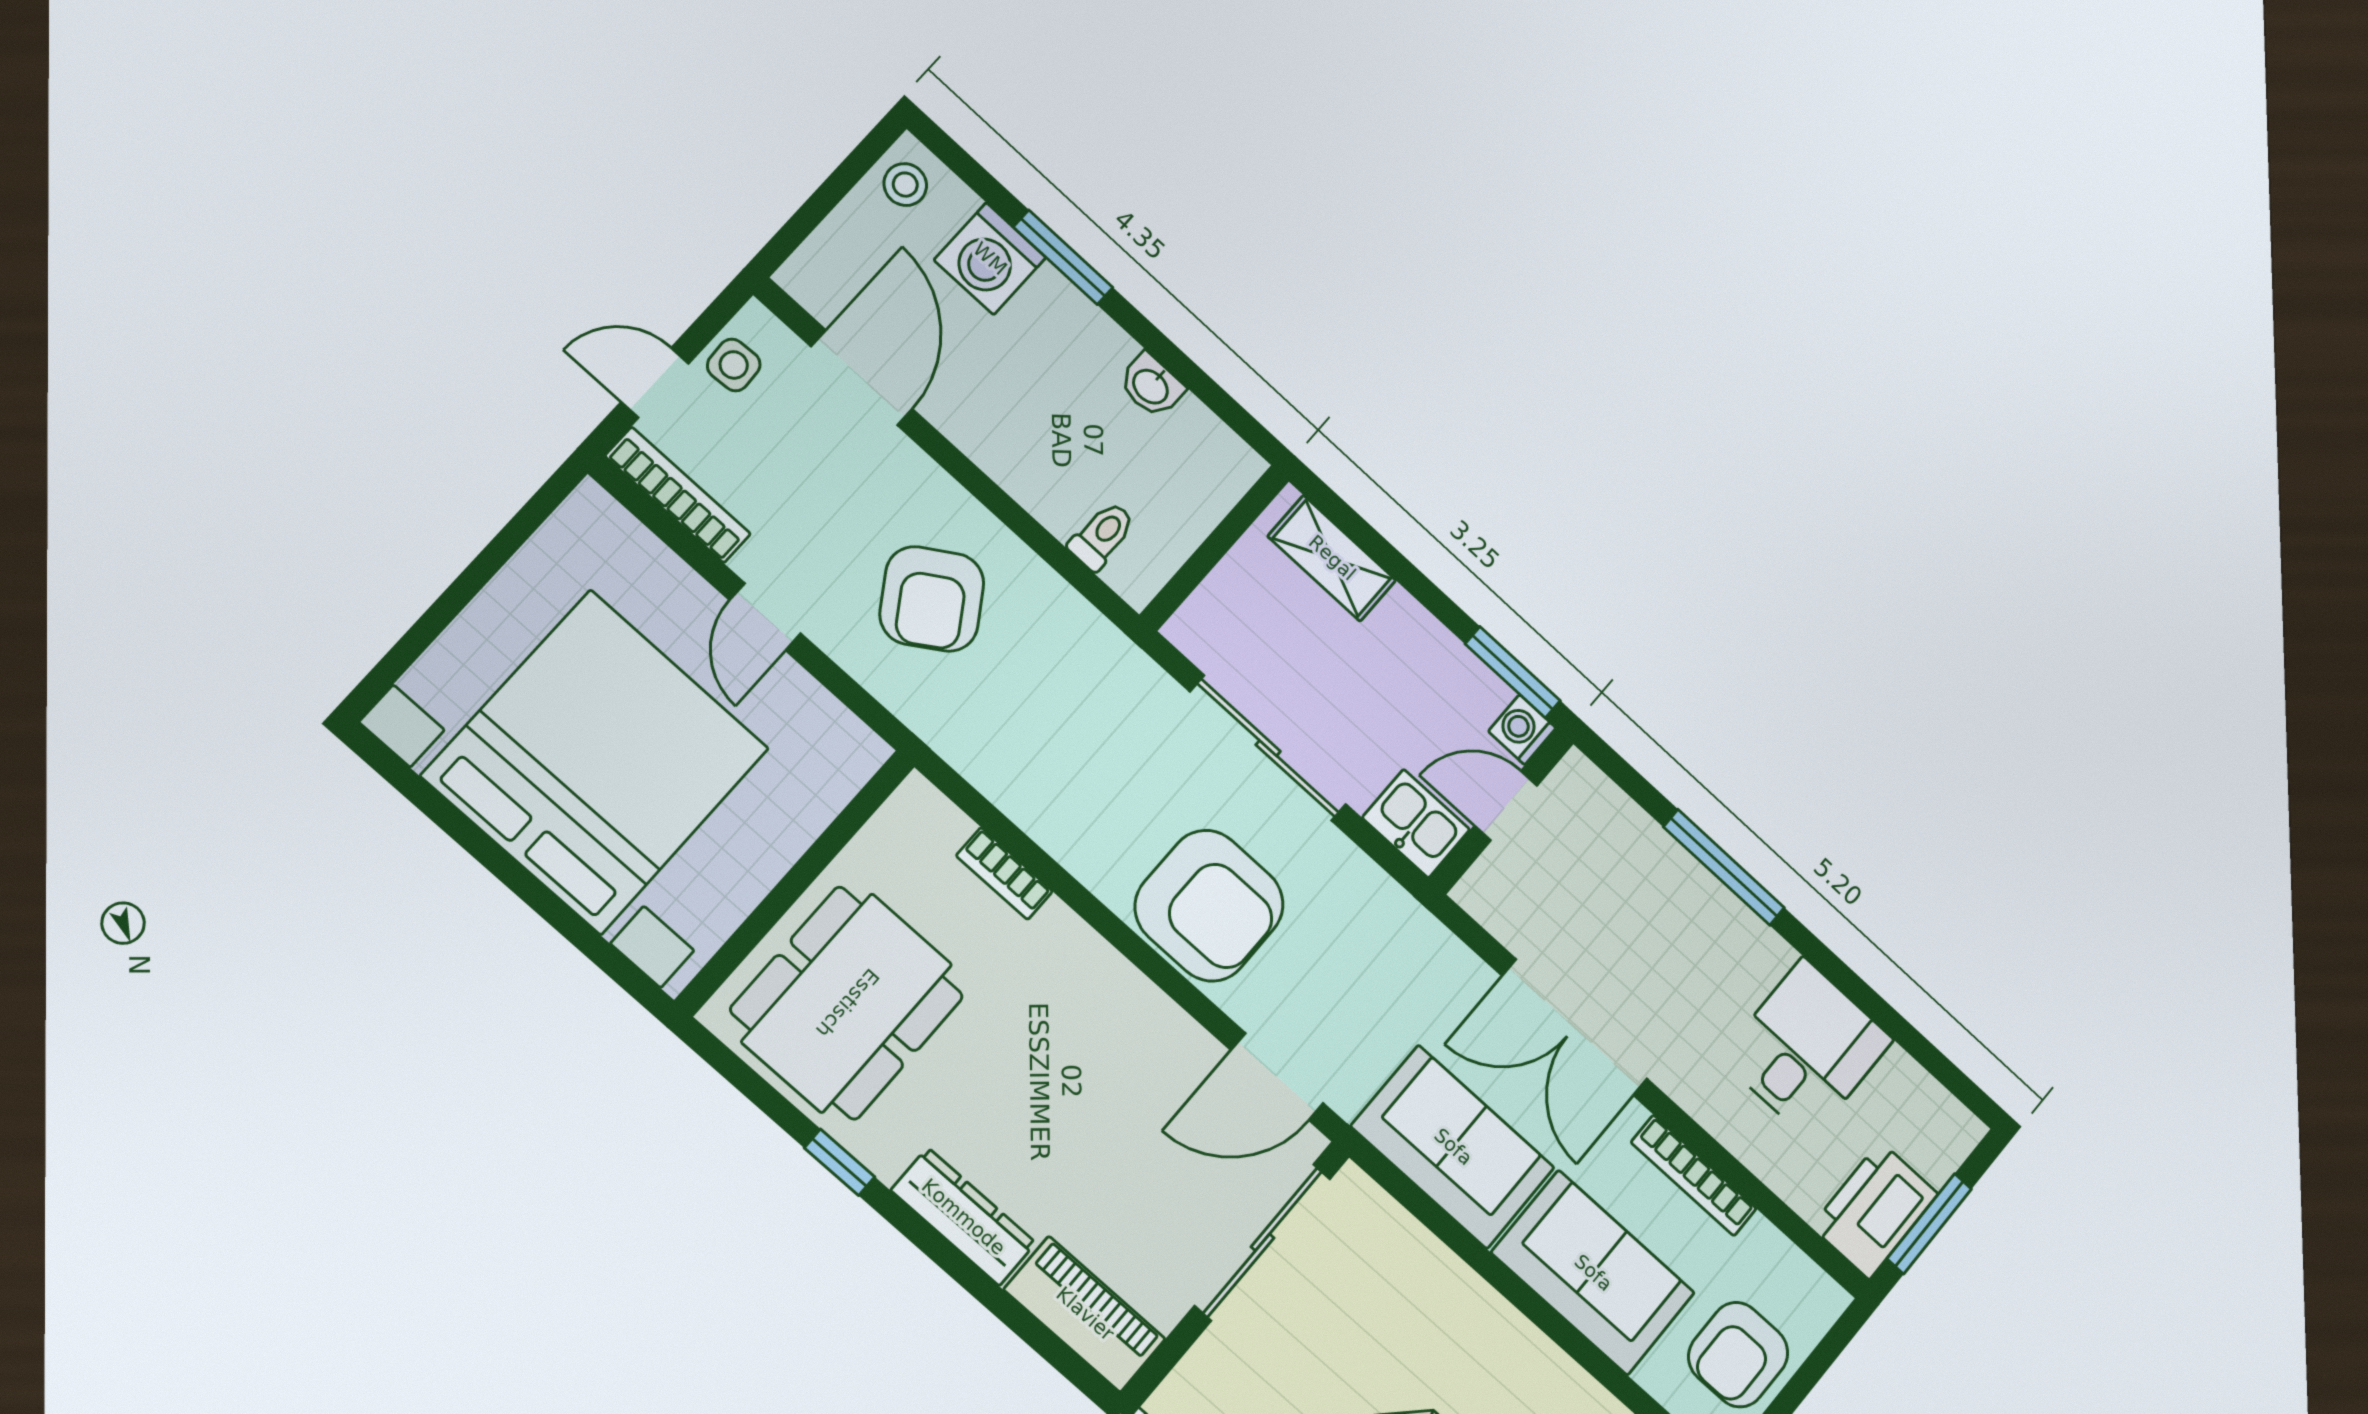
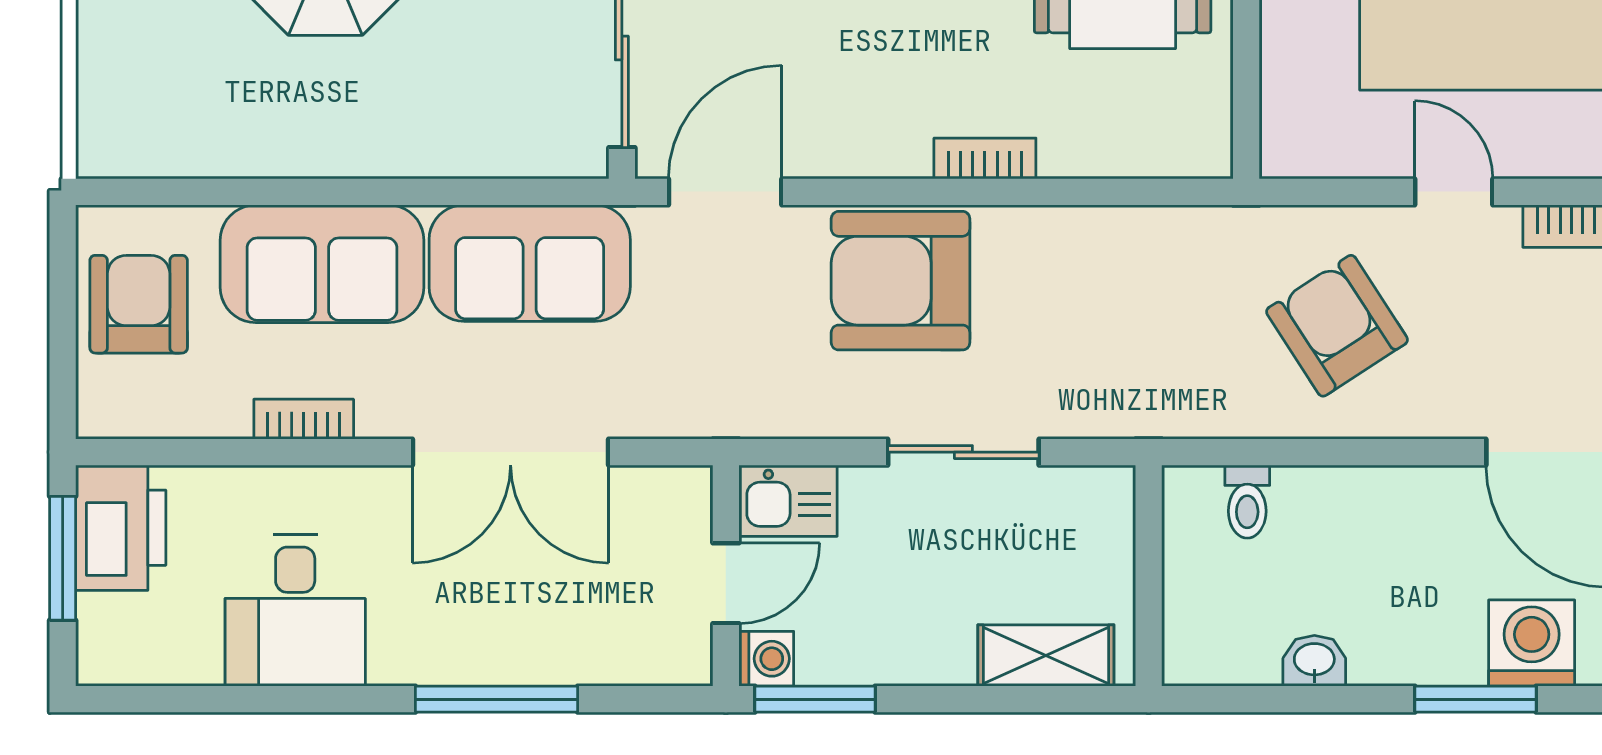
sliding door: (1268, 748) -> (963, 452), width x0.73
bookcase: (1004, 873) -> (985, 159), moved
double door: (1575, 1027) -> (511, 452), swing flipped
bookcase: (1694, 1176) -> (304, 419), width x0.64

